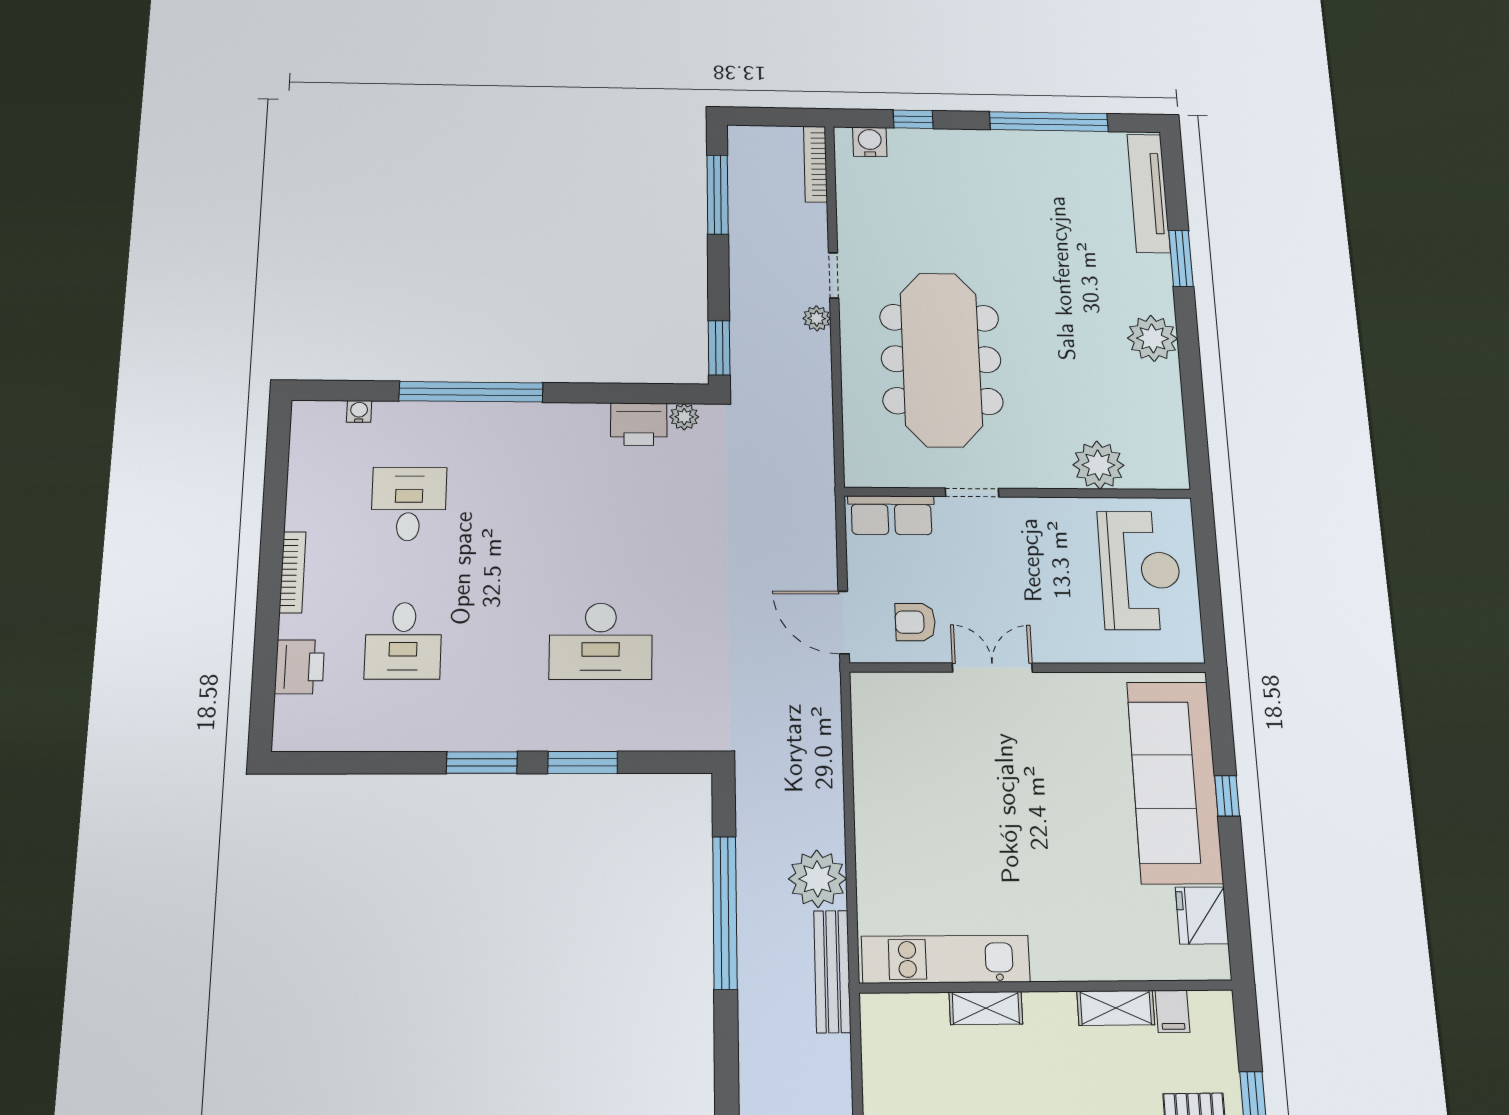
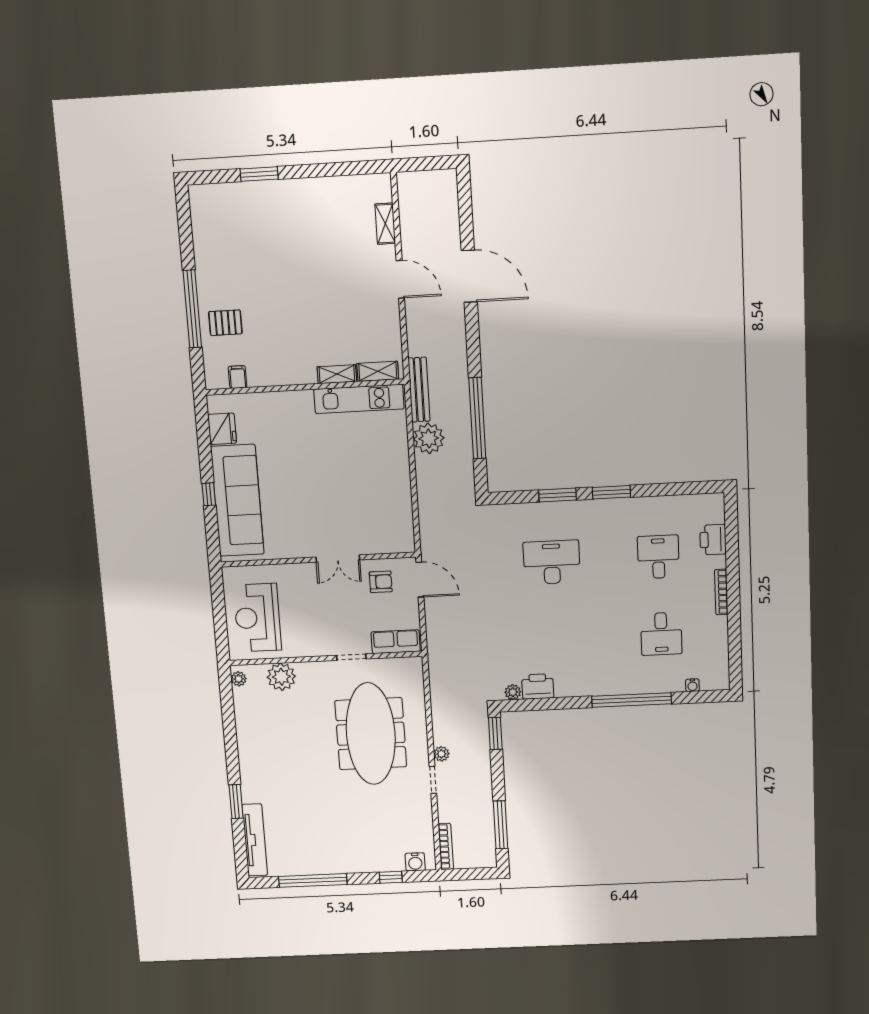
plant: (1152, 338) -> (239, 679), moved, width x0.53, depth x0.53
shelving: (1116, 1008) -> (378, 371), moved

